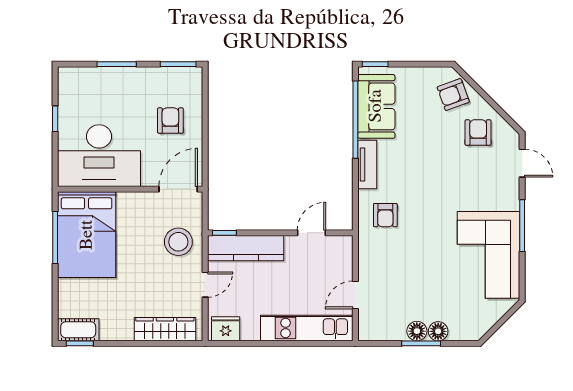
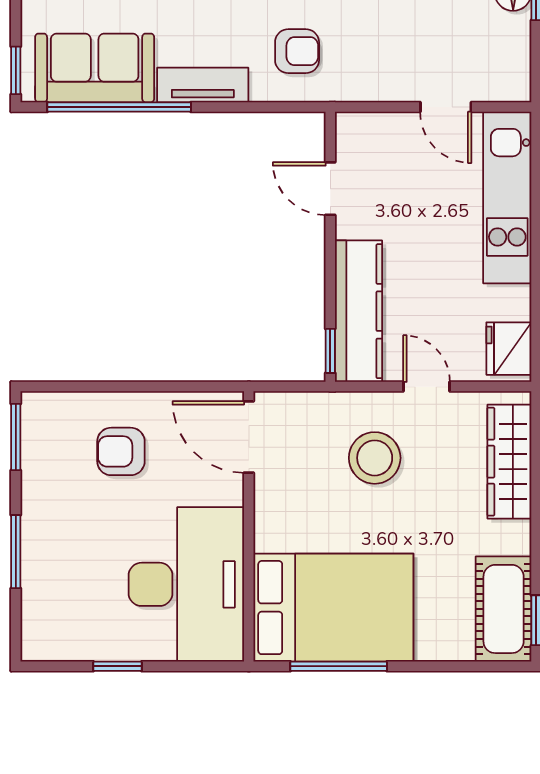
stool: (178, 242) -> (375, 458), moved
cot: (78, 330) -> (504, 609), width x1.37, depth x1.34

